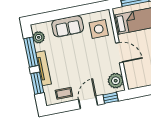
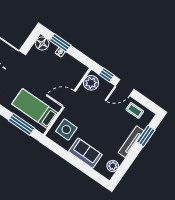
window: (31, 52) -> (128, 161), removed
door: (119, 53) -> (69, 99), hinge flipped

